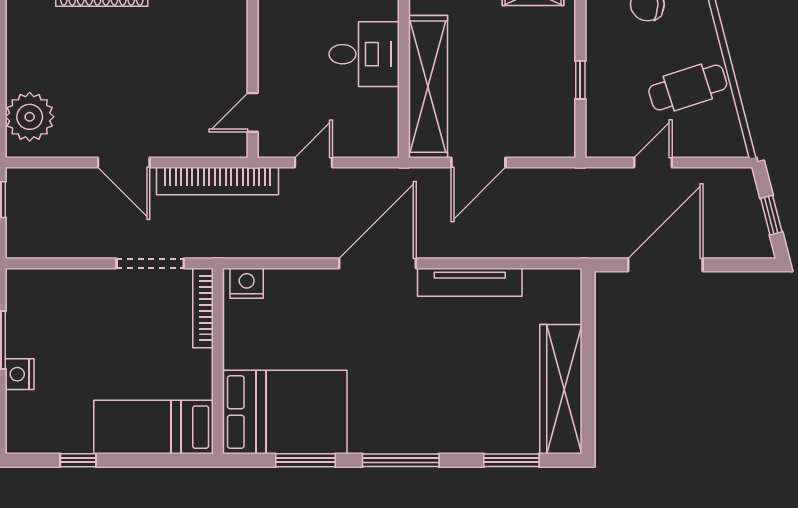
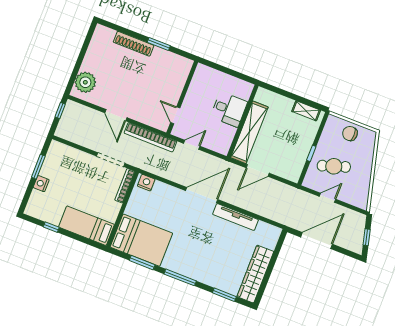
cafe table: (688, 87) -> (334, 166), moved
door: (253, 112) -> (175, 115), hinge flipped

